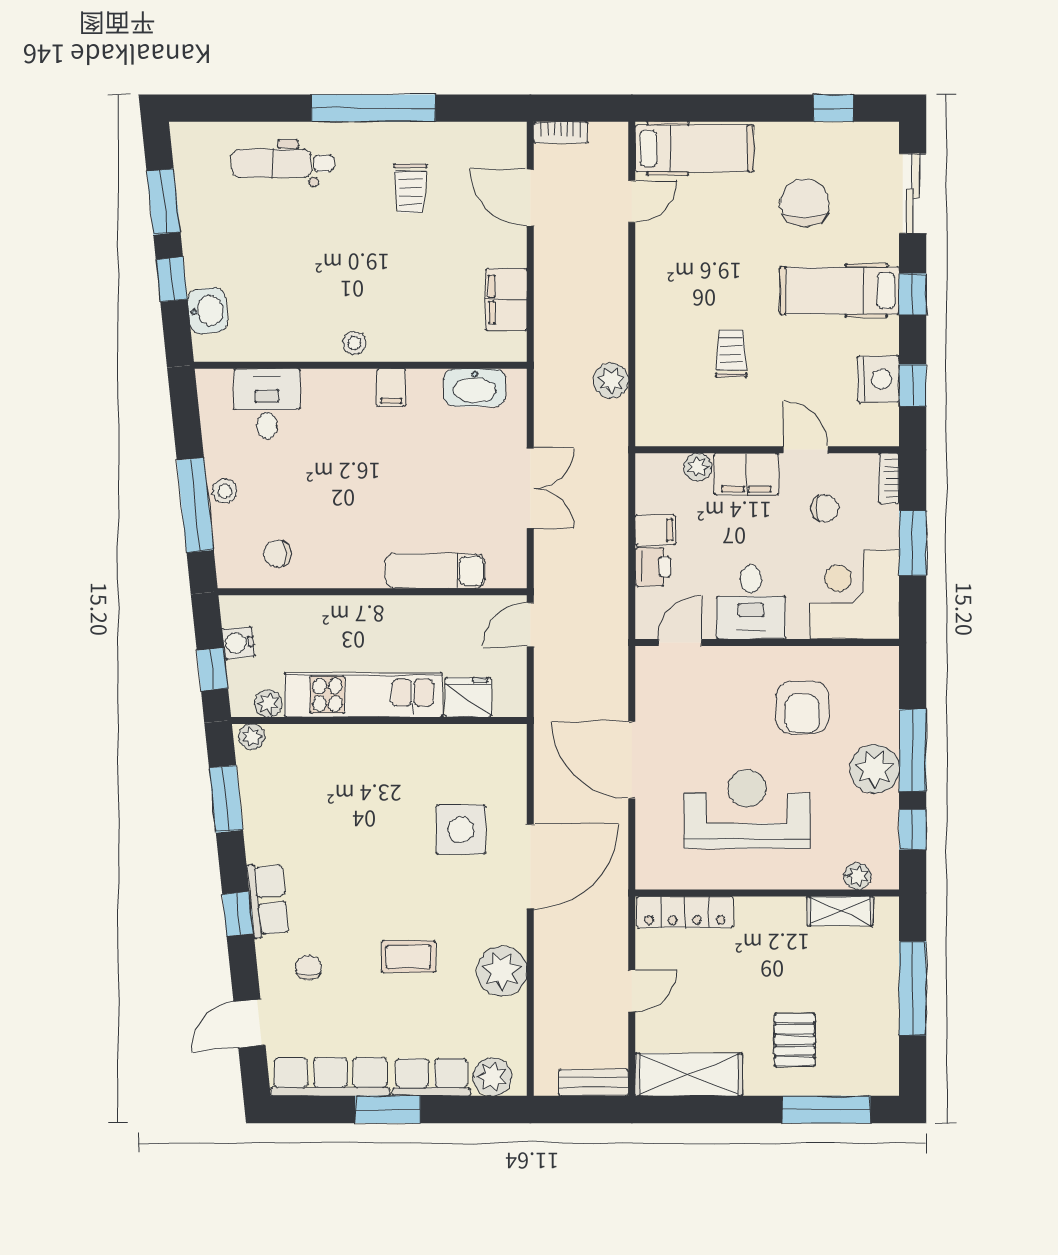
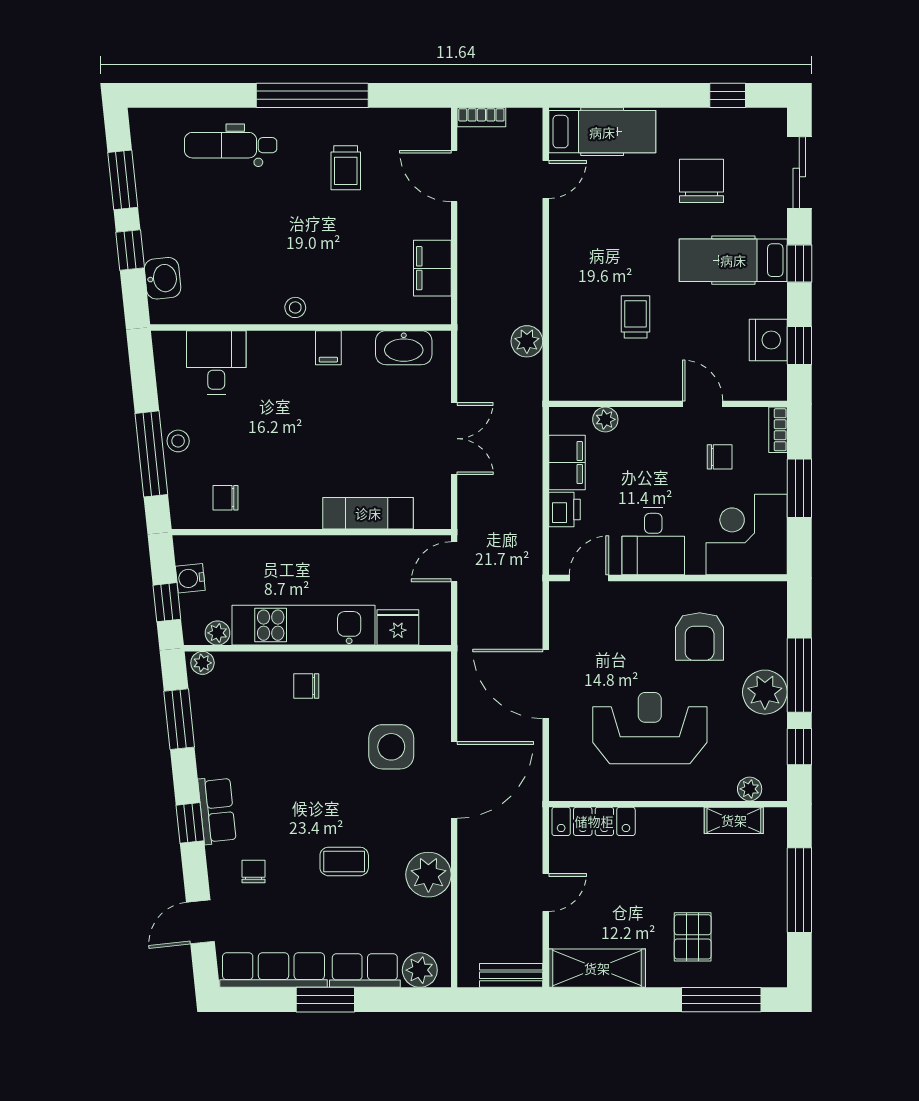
filing cabinet: (746, 474) -> (649, 426), removed
filing cabinet: (655, 530) -> (567, 462), width x2.00
chair: (367, 762) -> (306, 686), added

